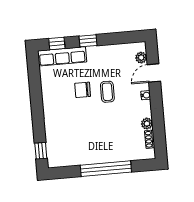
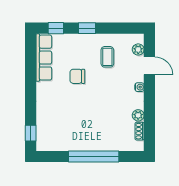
row of seats: (62, 56) -> (44, 58), moved, turned -90
door: (154, 73) -> (149, 66), swing flipped
coffee table: (107, 92) -> (107, 57), moved

